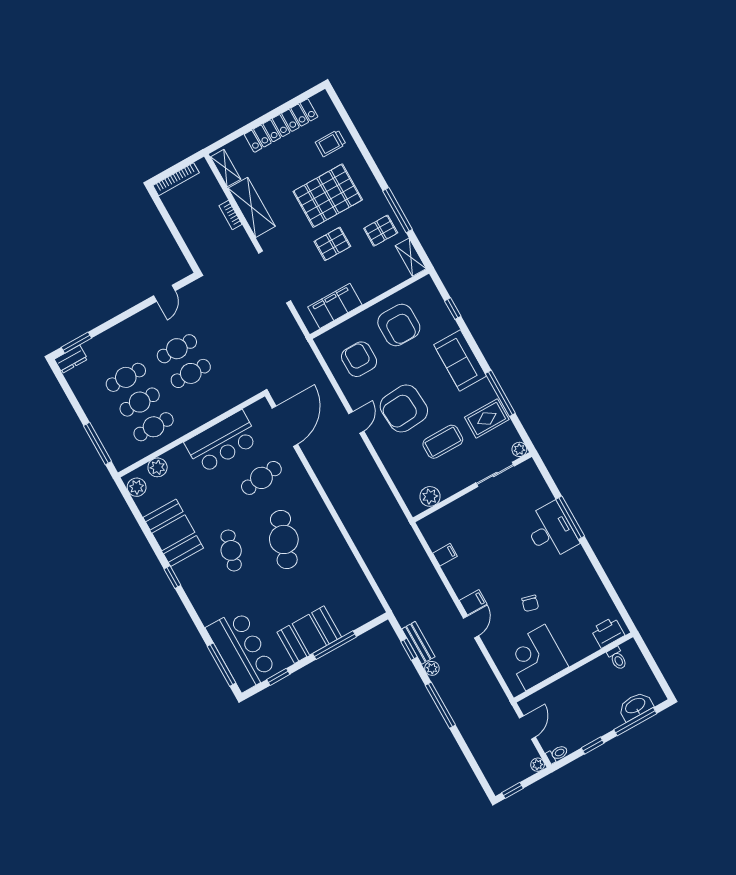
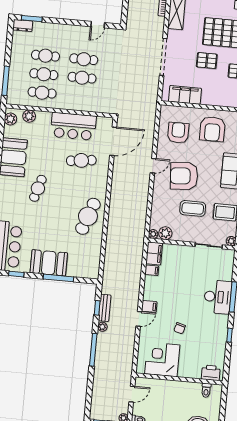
plant: (415, 508) -> (153, 234), added
filing cabinet: (434, 531) -> (154, 253), added
cafe table: (284, 539) -> (88, 216), moved
window: (599, 569) -> (230, 335), added

